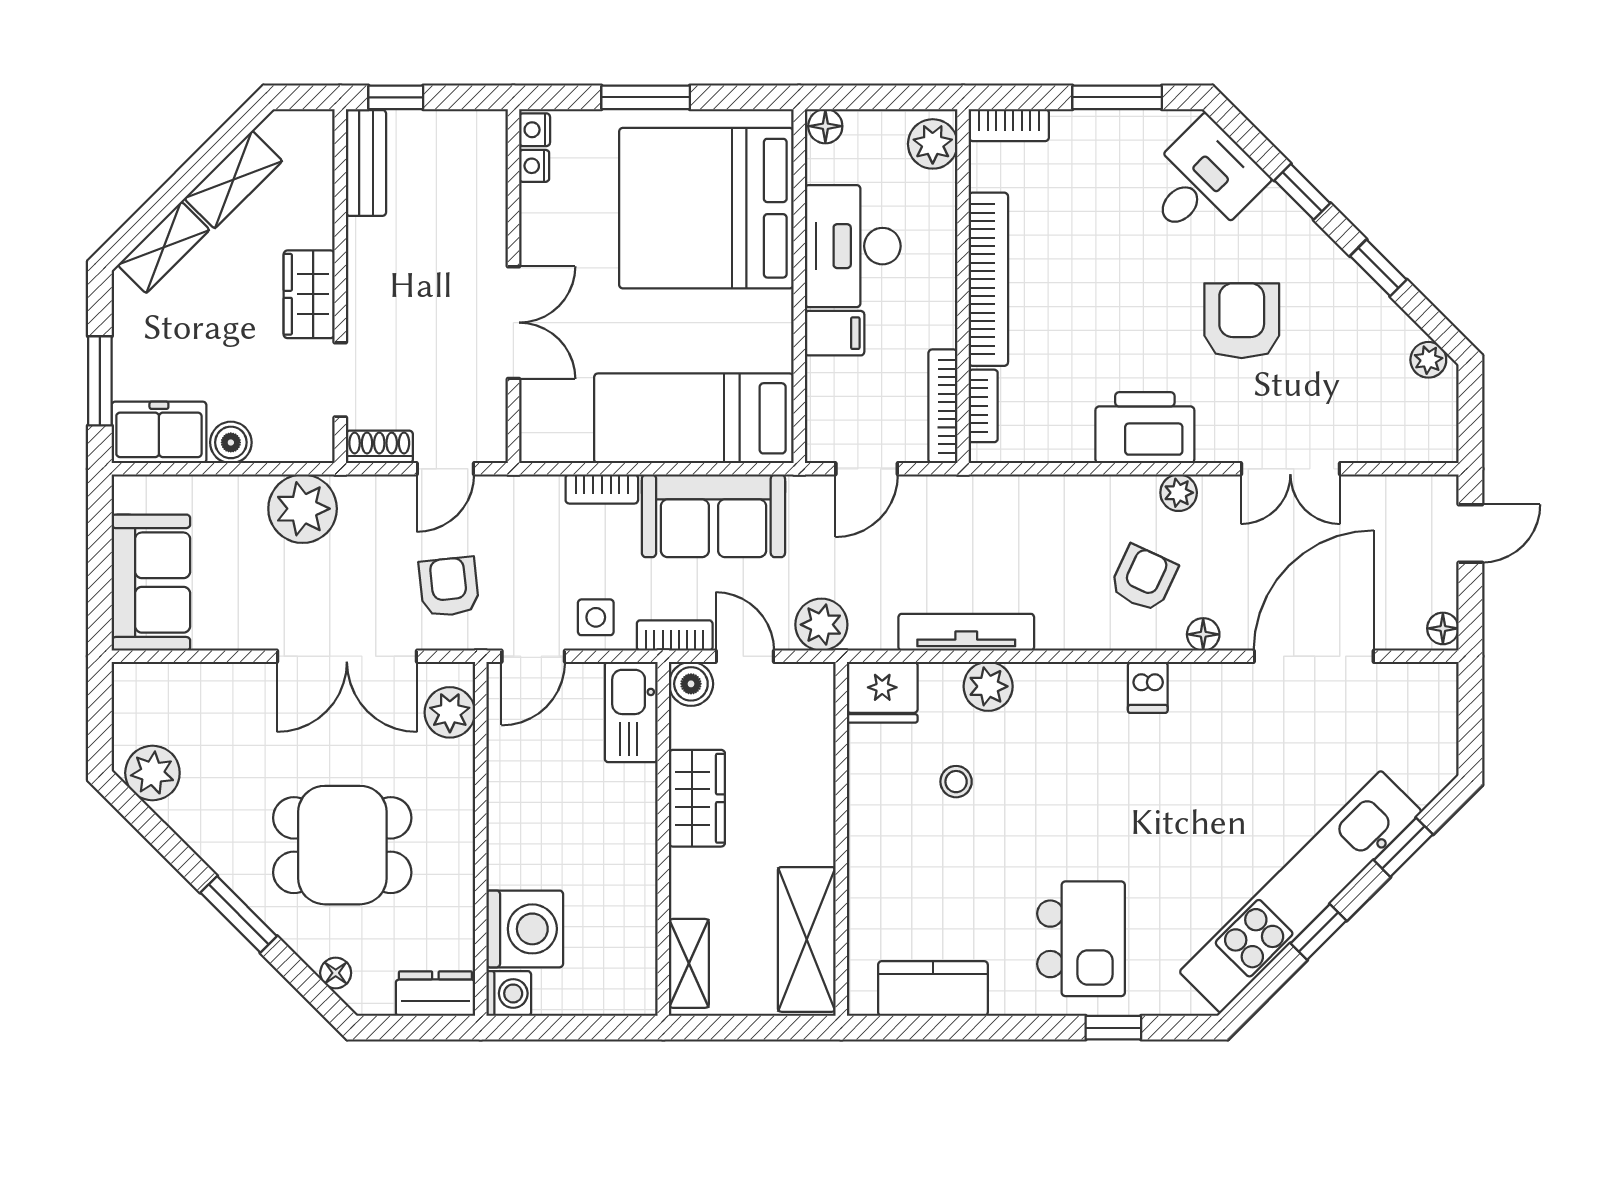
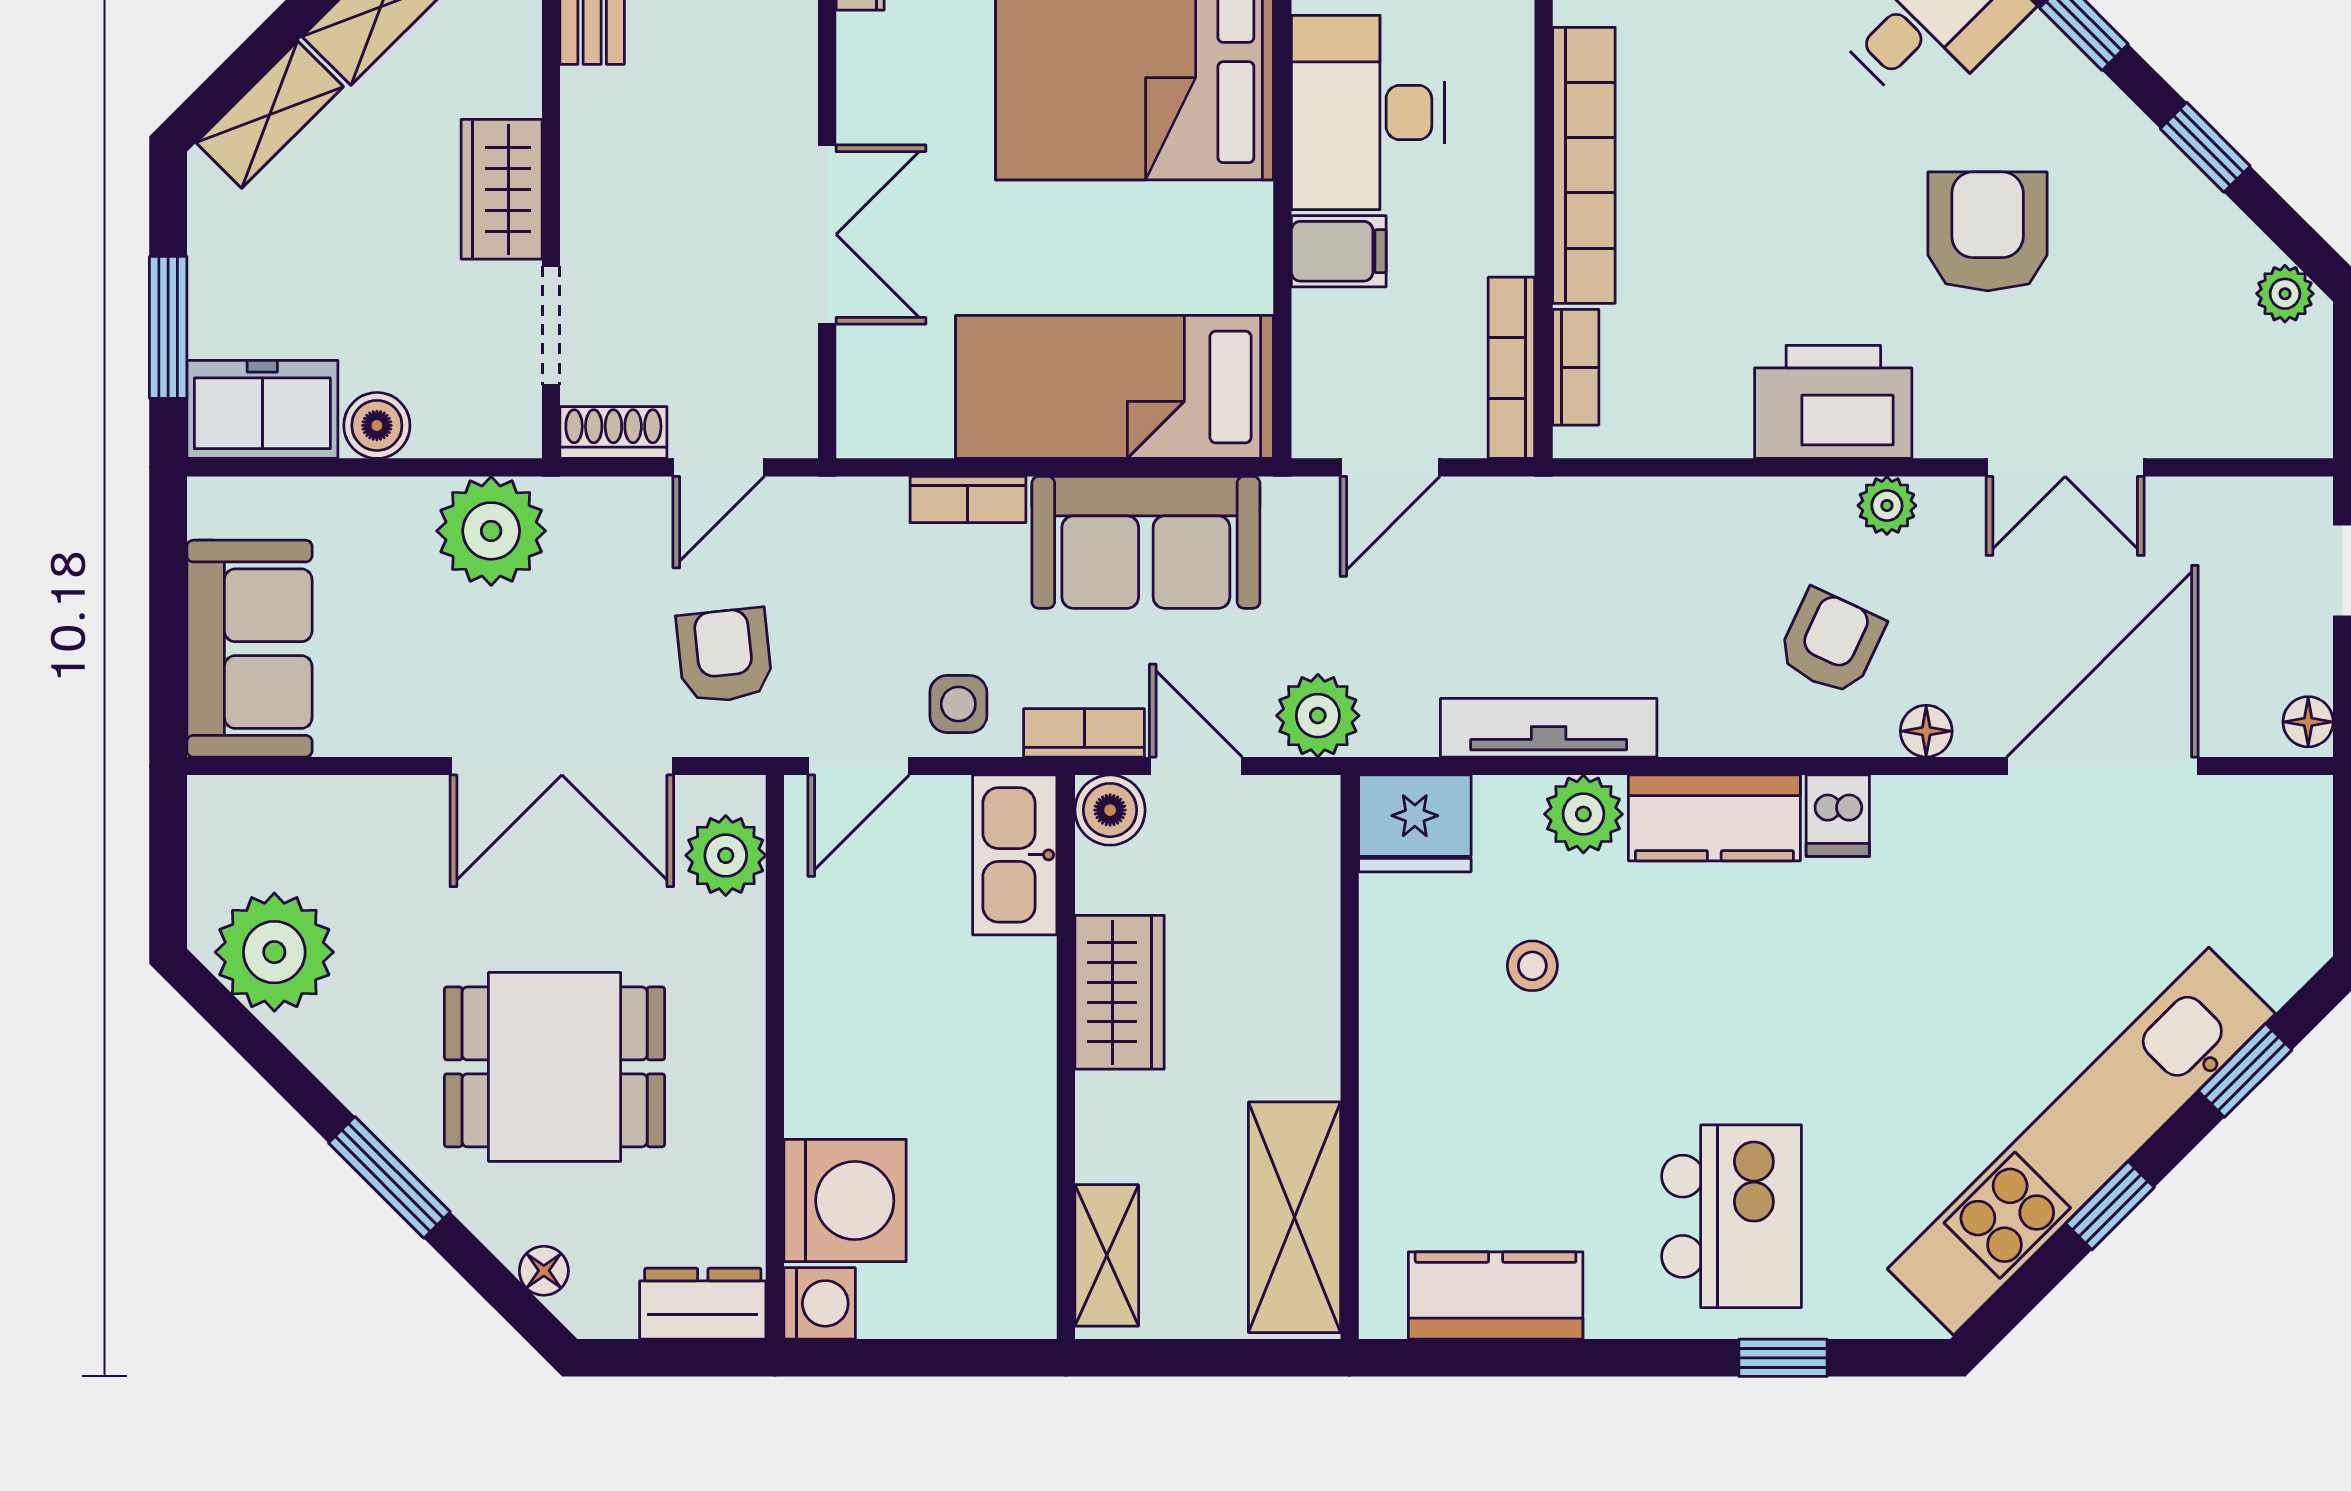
kitchen counter: (1070, 689) -> (1714, 818), added
plant: (152, 773) -> (274, 952), width x1.36, depth x1.36

